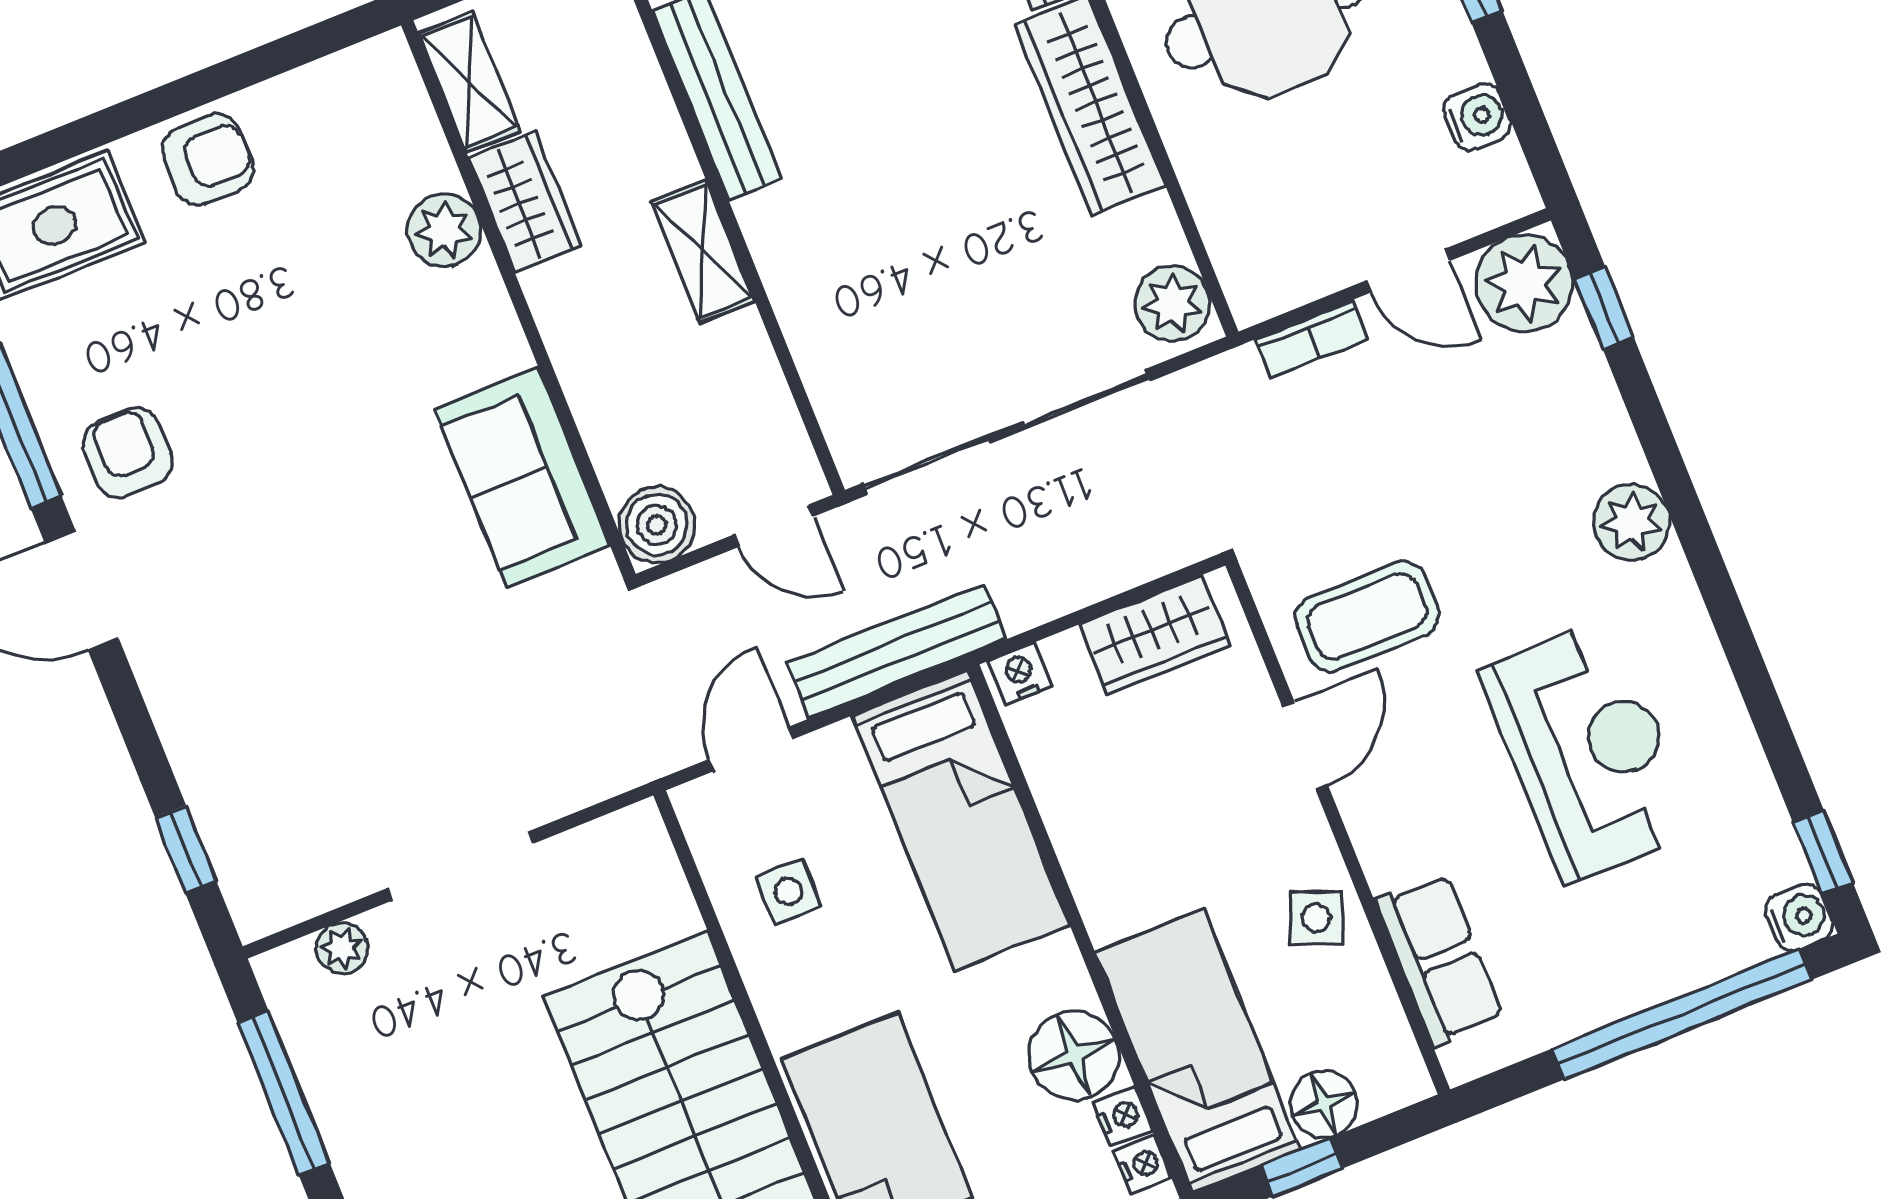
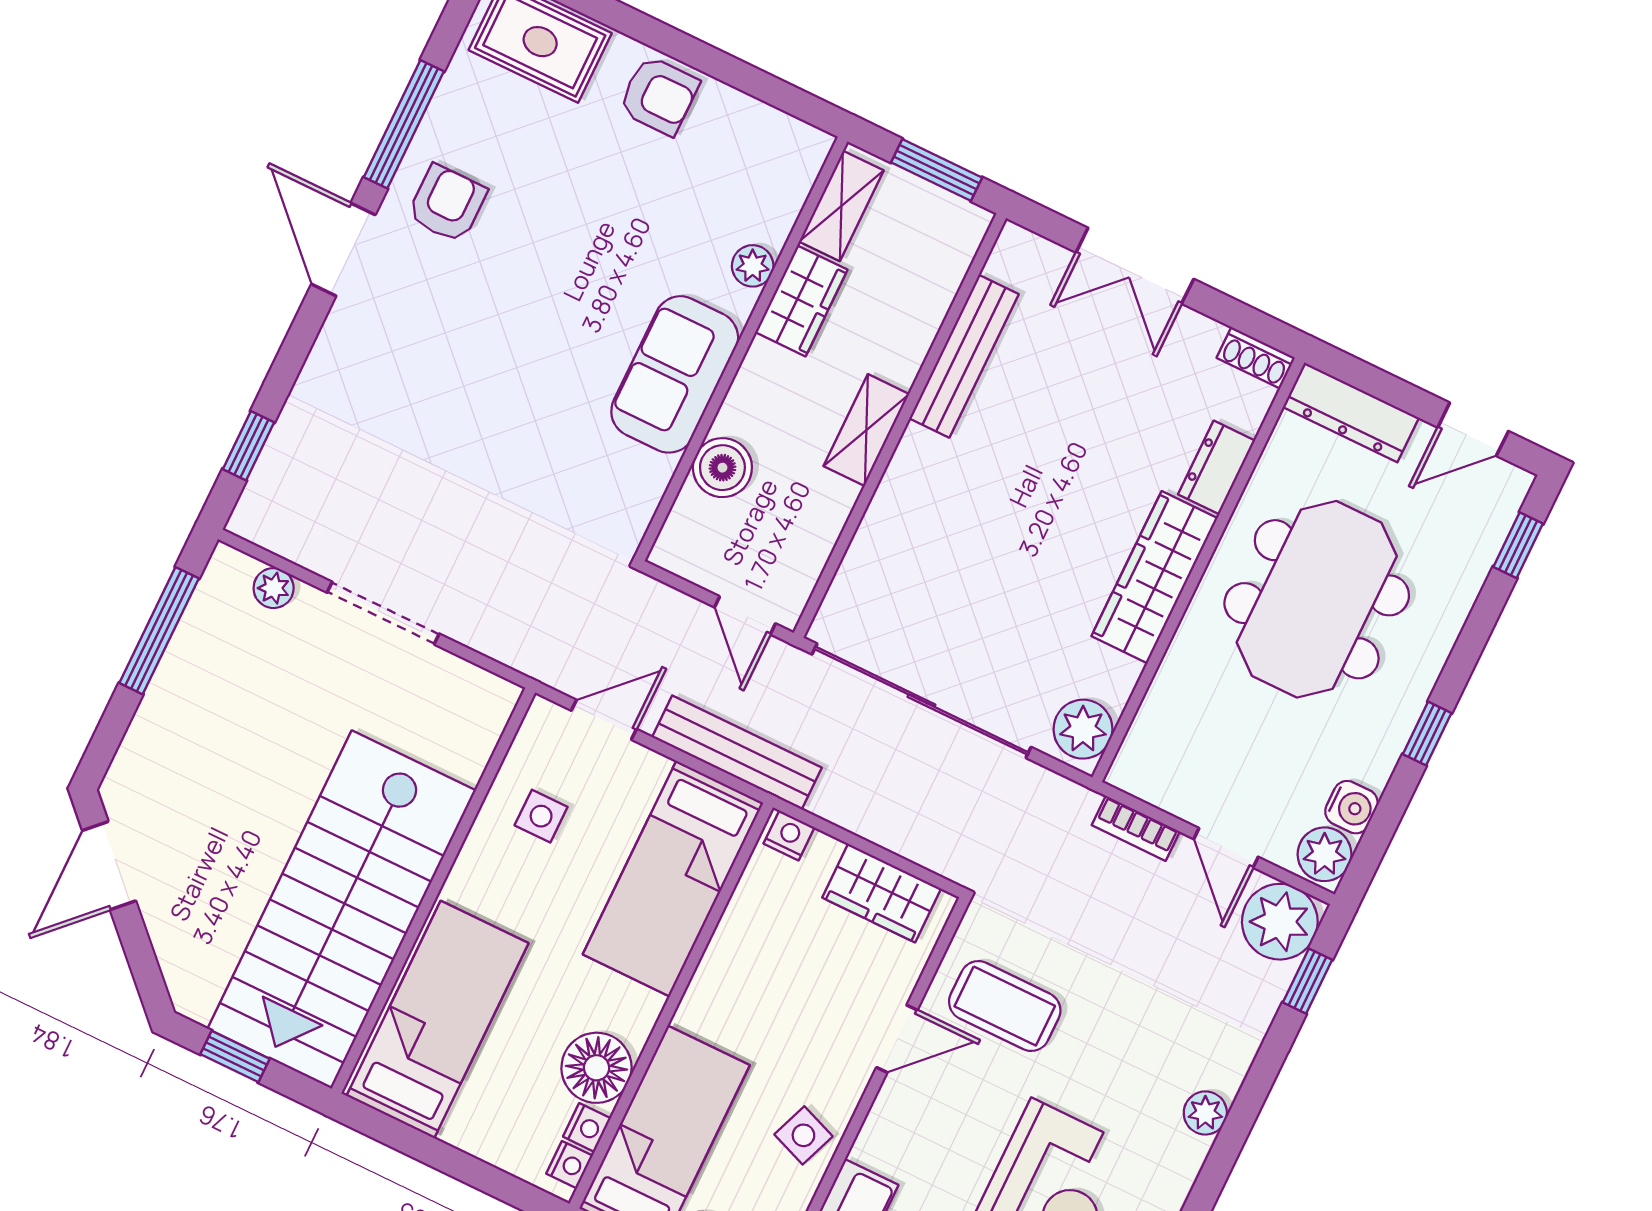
plant: (1499, 183) -> (1325, 854), added
plant: (444, 230) -> (753, 266), width x0.73, depth x0.73
sofa: (522, 477) -> (675, 374), moved
plant: (1631, 522) -> (1205, 1113), width x0.73, depth x0.73
boiler: (657, 525) -> (722, 468), moved

